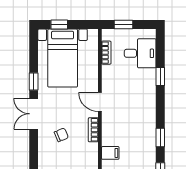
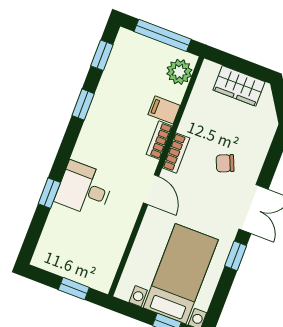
bookcase: (106, 53) -> (159, 140), moved
desk: (140, 53) -> (84, 189), moved

